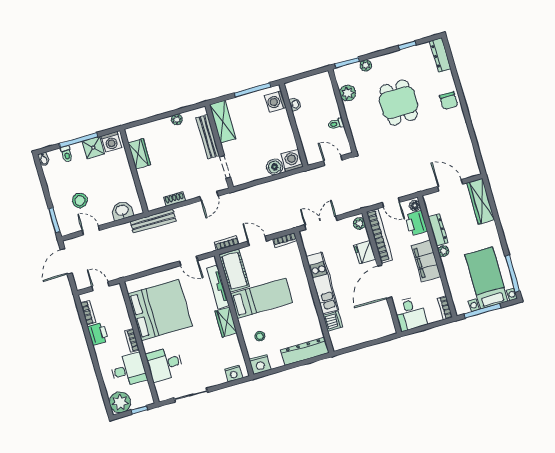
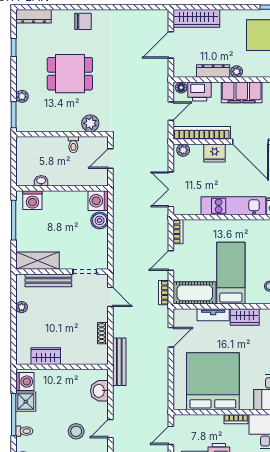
plant: (348, 93) -> (90, 123), moved
tv unit: (218, 287) -> (213, 315), width x0.71

